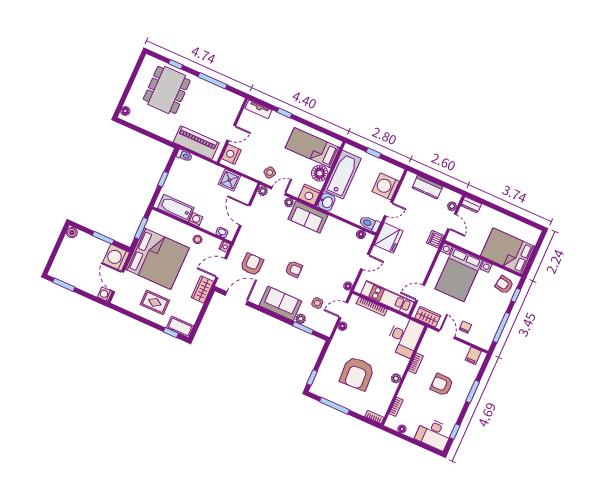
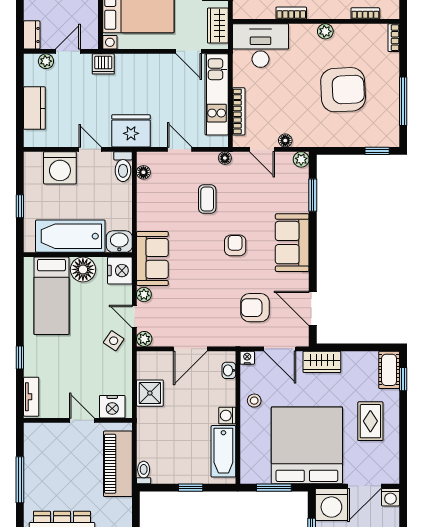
coffee table: (328, 265) -> (207, 199), added
side table: (317, 303) -> (268, 191), removed
plant: (301, 319) -> (301, 159), moved

